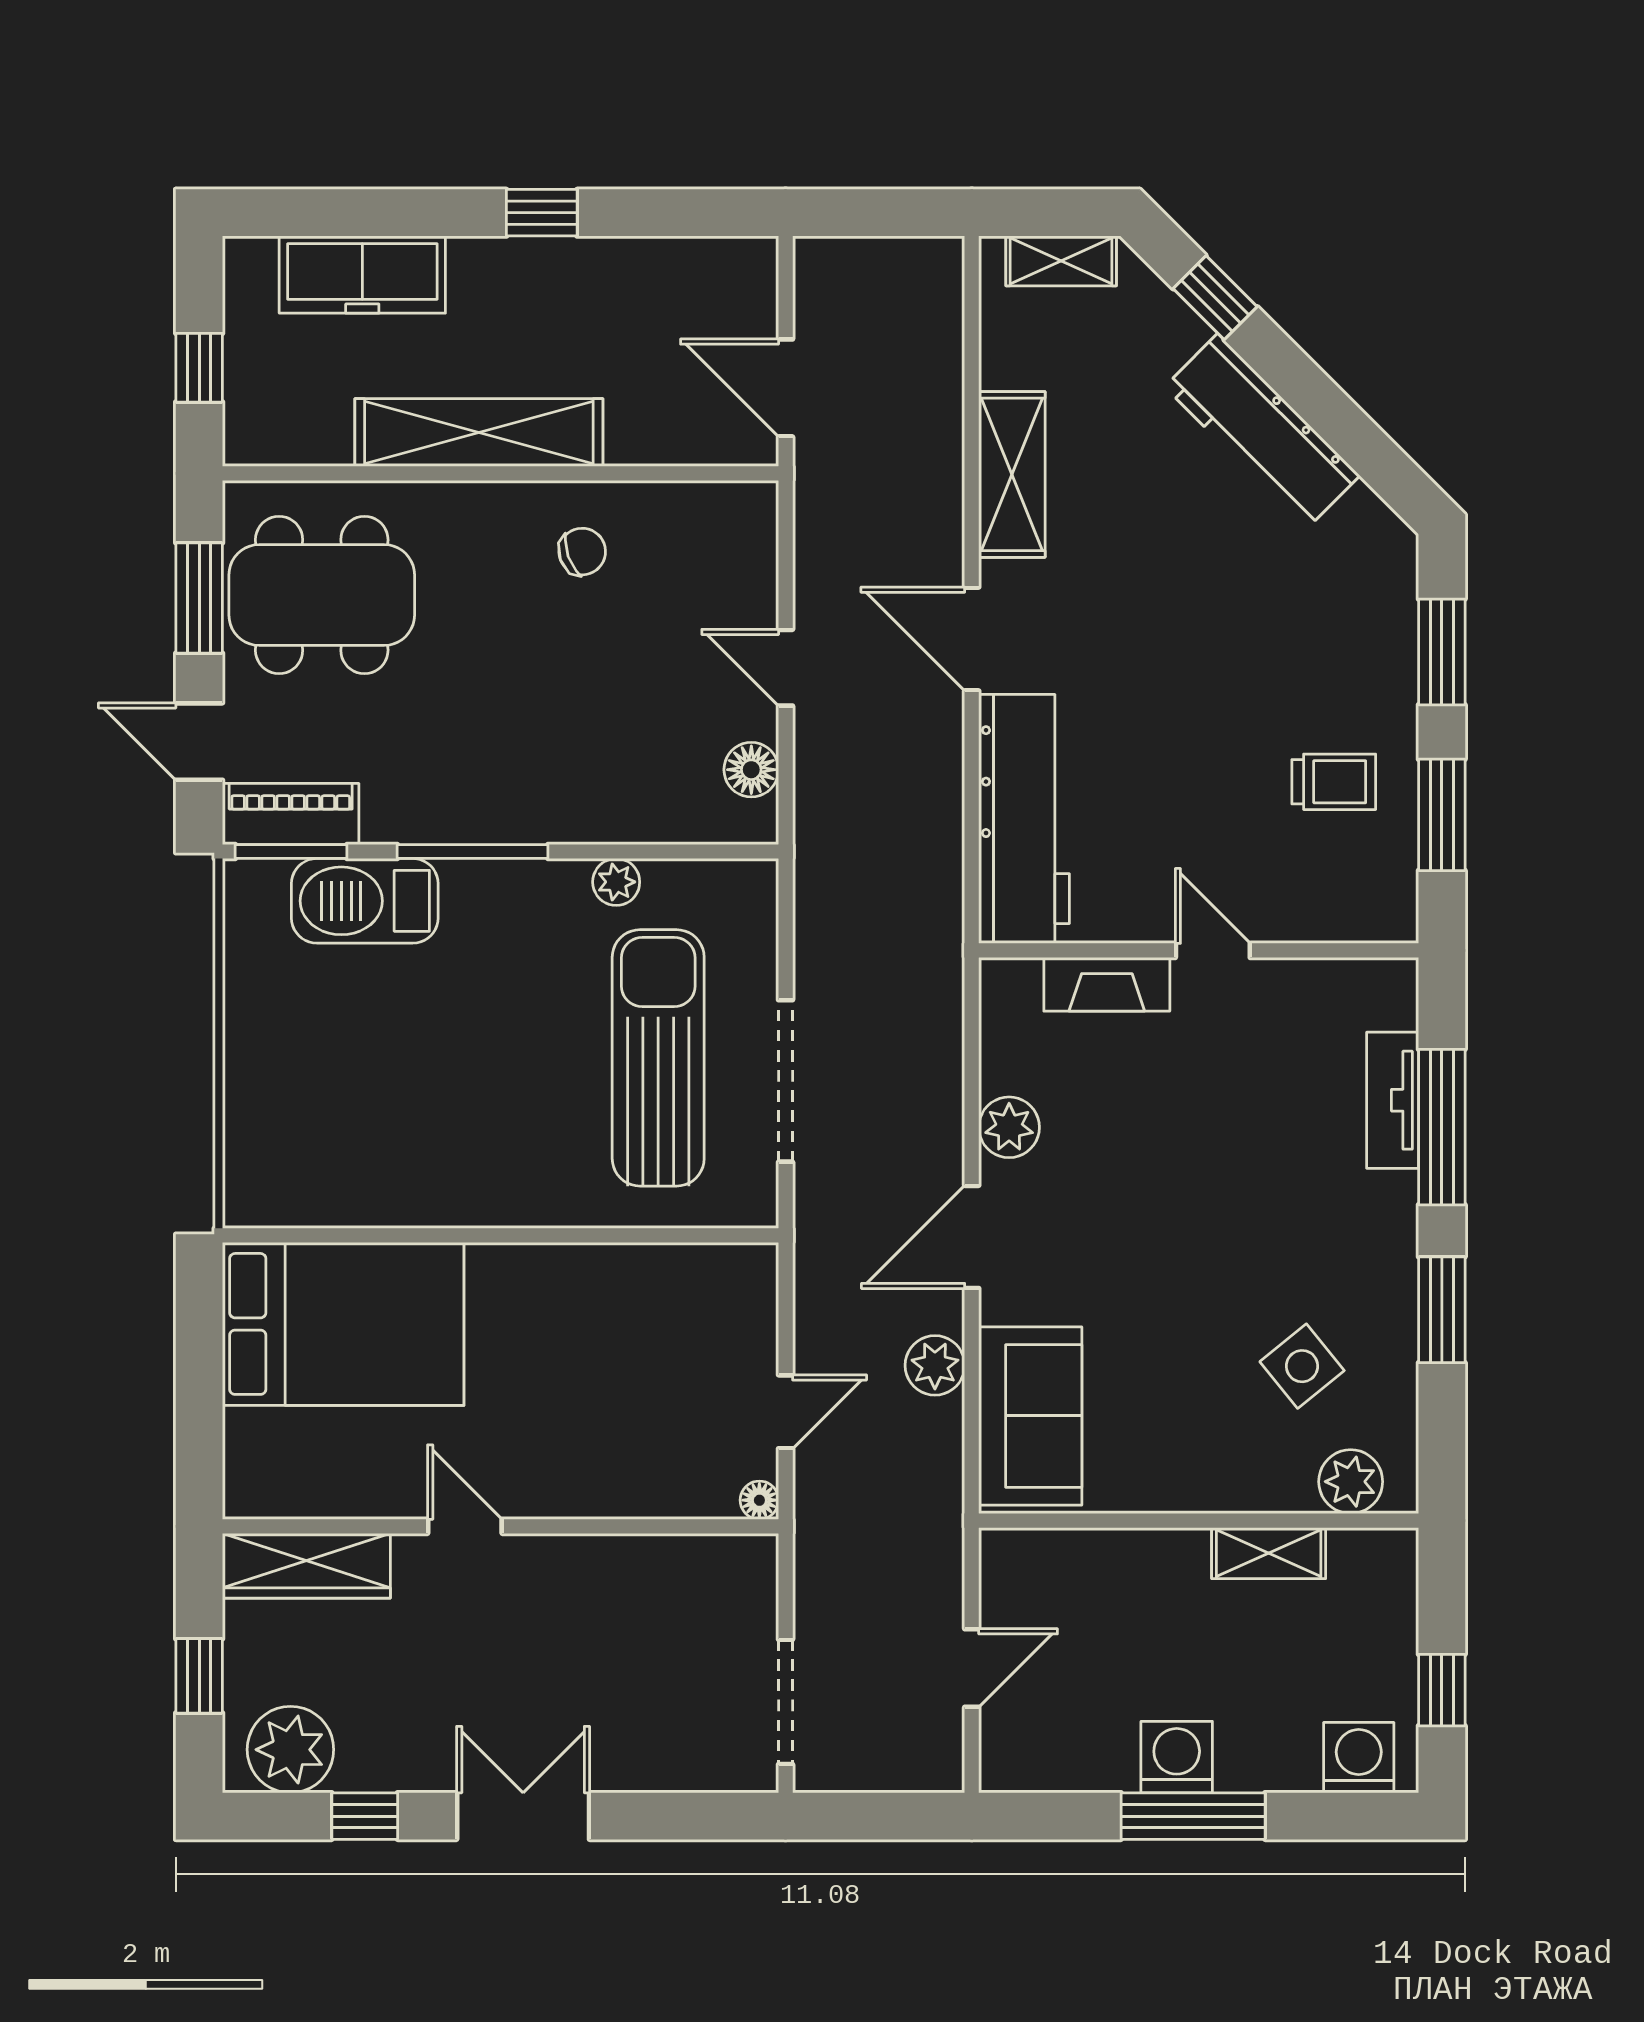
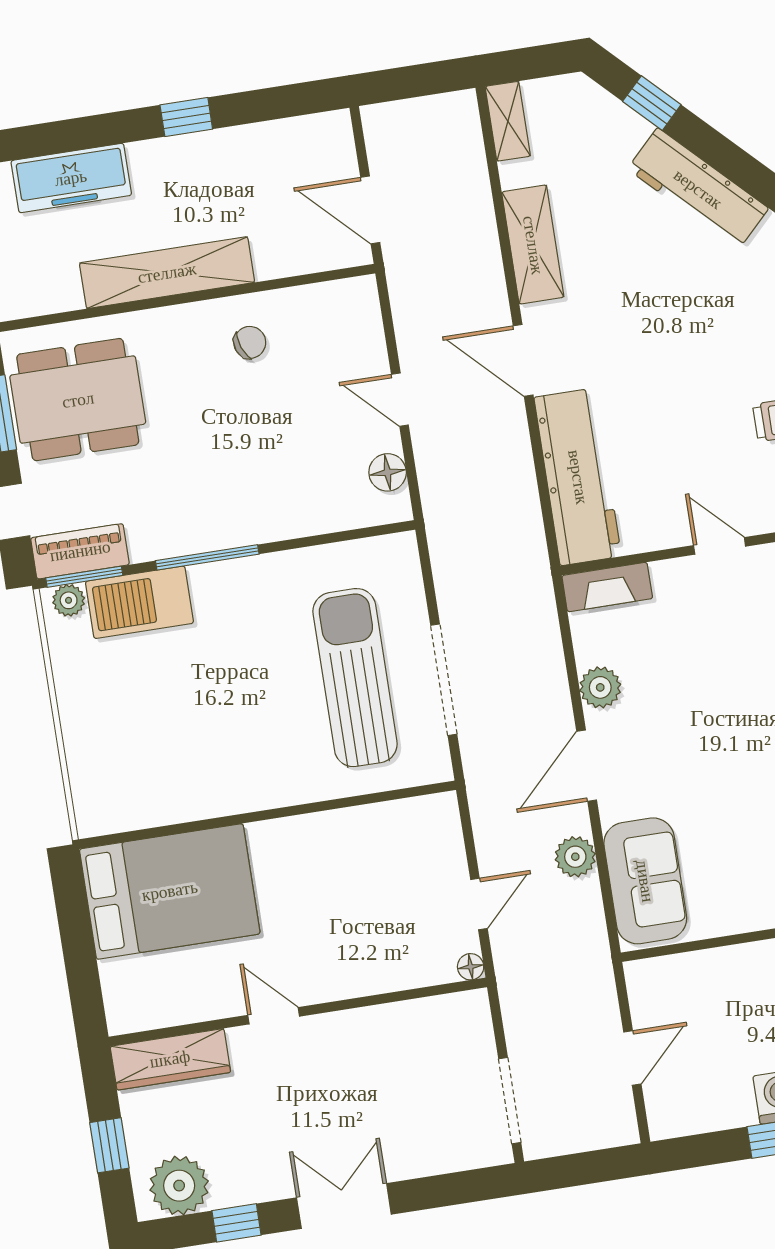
shelving: (1061, 261) -> (508, 121), moved, turned 90
plant: (616, 882) -> (69, 600), moved
fireplace: (1107, 984) -> (607, 587), moved

